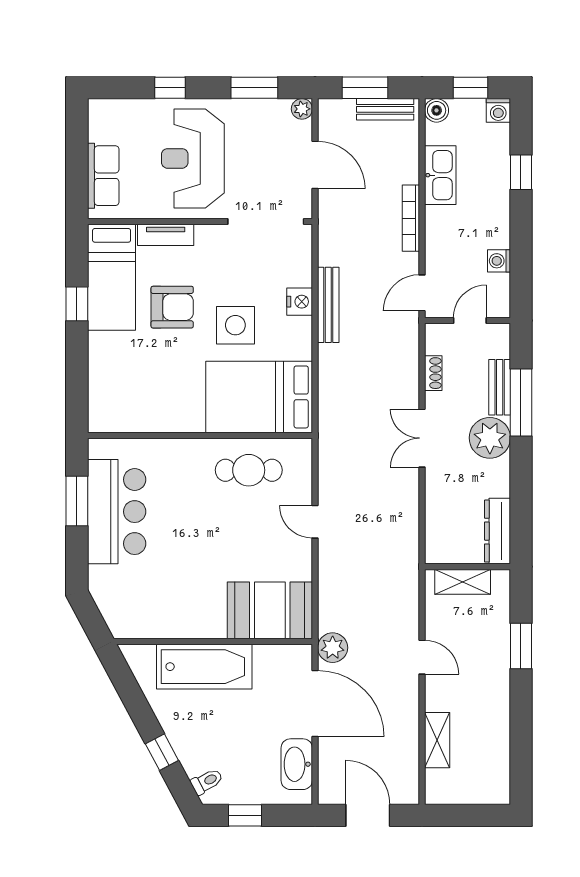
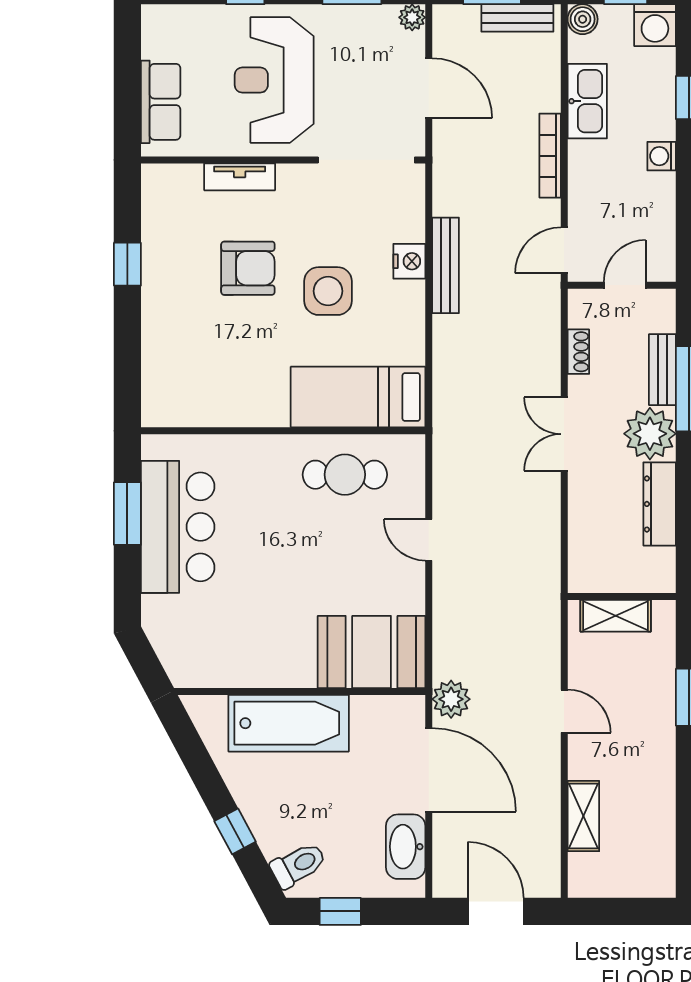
washing machine: (498, 110) -> (655, 25), width x1.38, depth x1.38
washing machine: (499, 261) -> (662, 156), moved
bed: (112, 277) -> (171, 230), removed
bed: (259, 397) -> (358, 397), width x0.67
dresser: (497, 531) -> (660, 504), moved
toilet: (207, 781) -> (298, 865), width x1.37, depth x1.39

